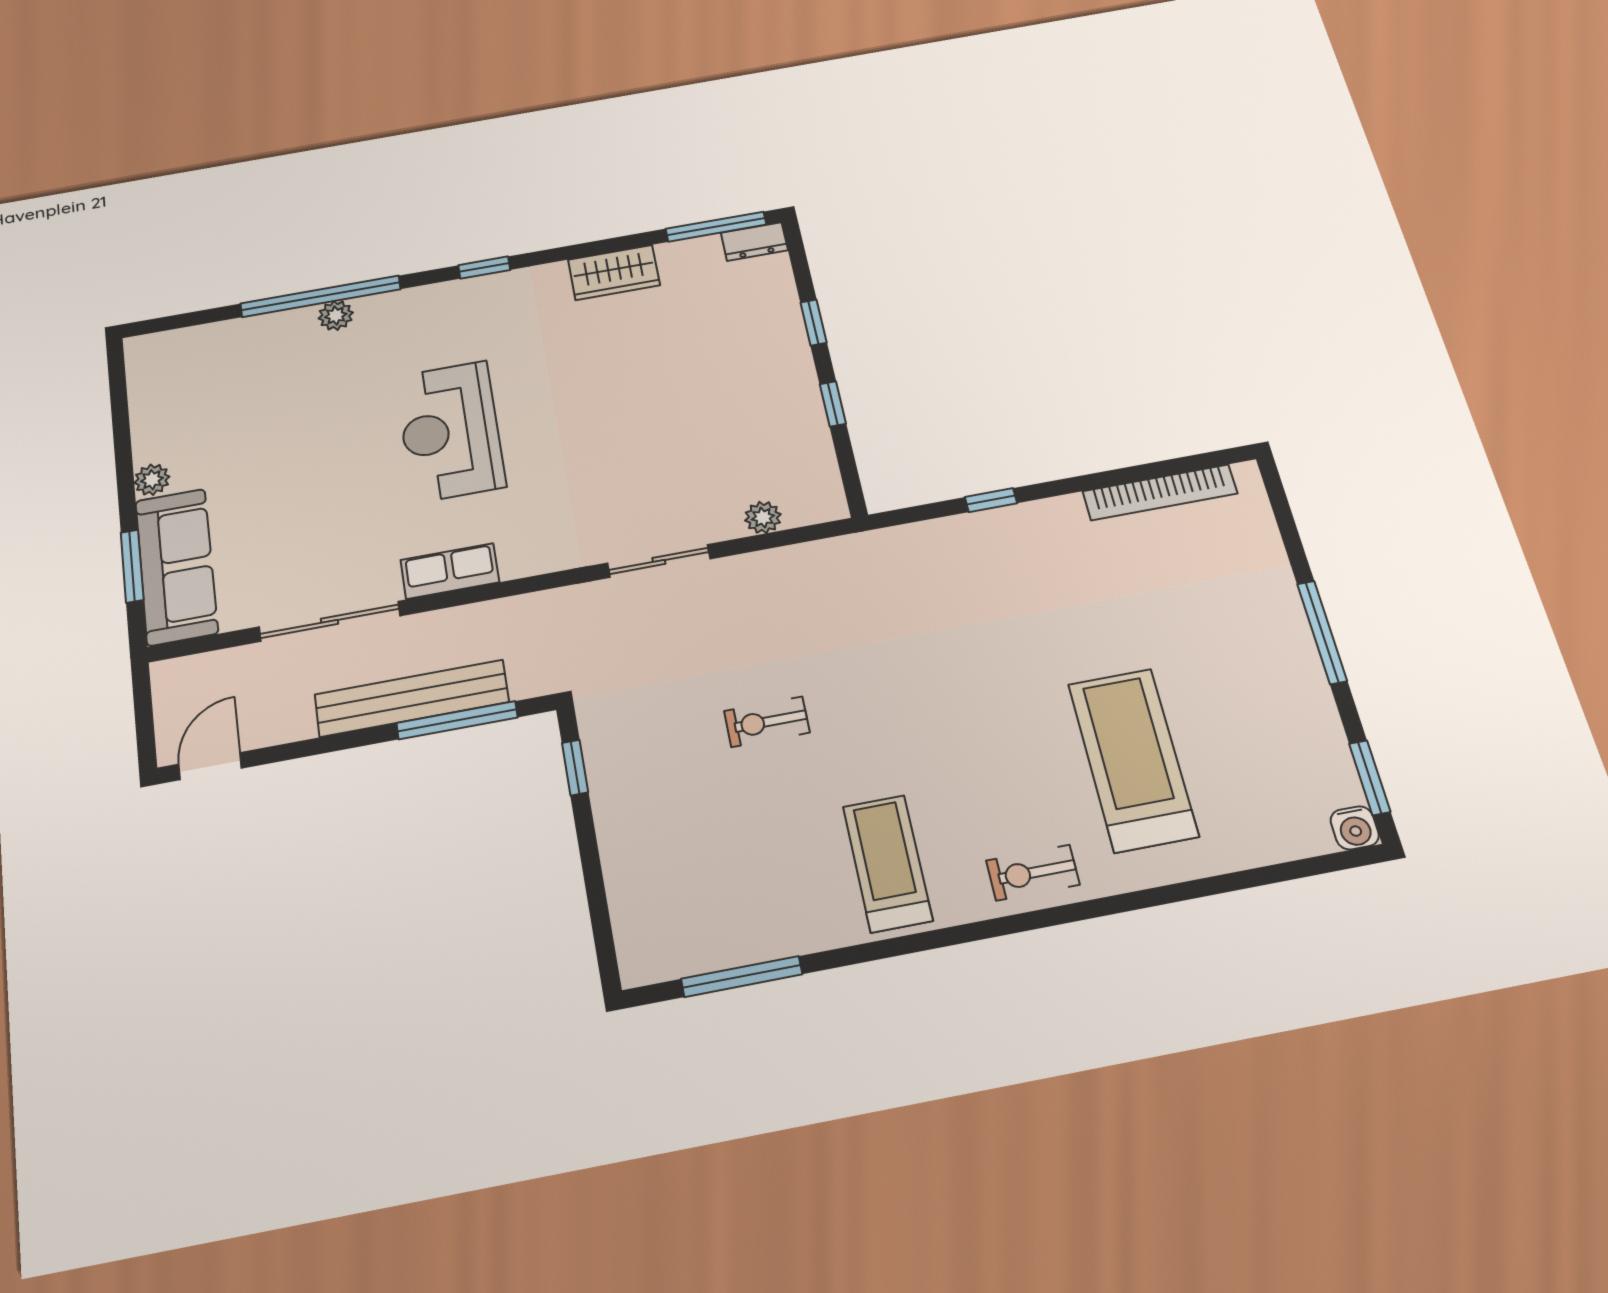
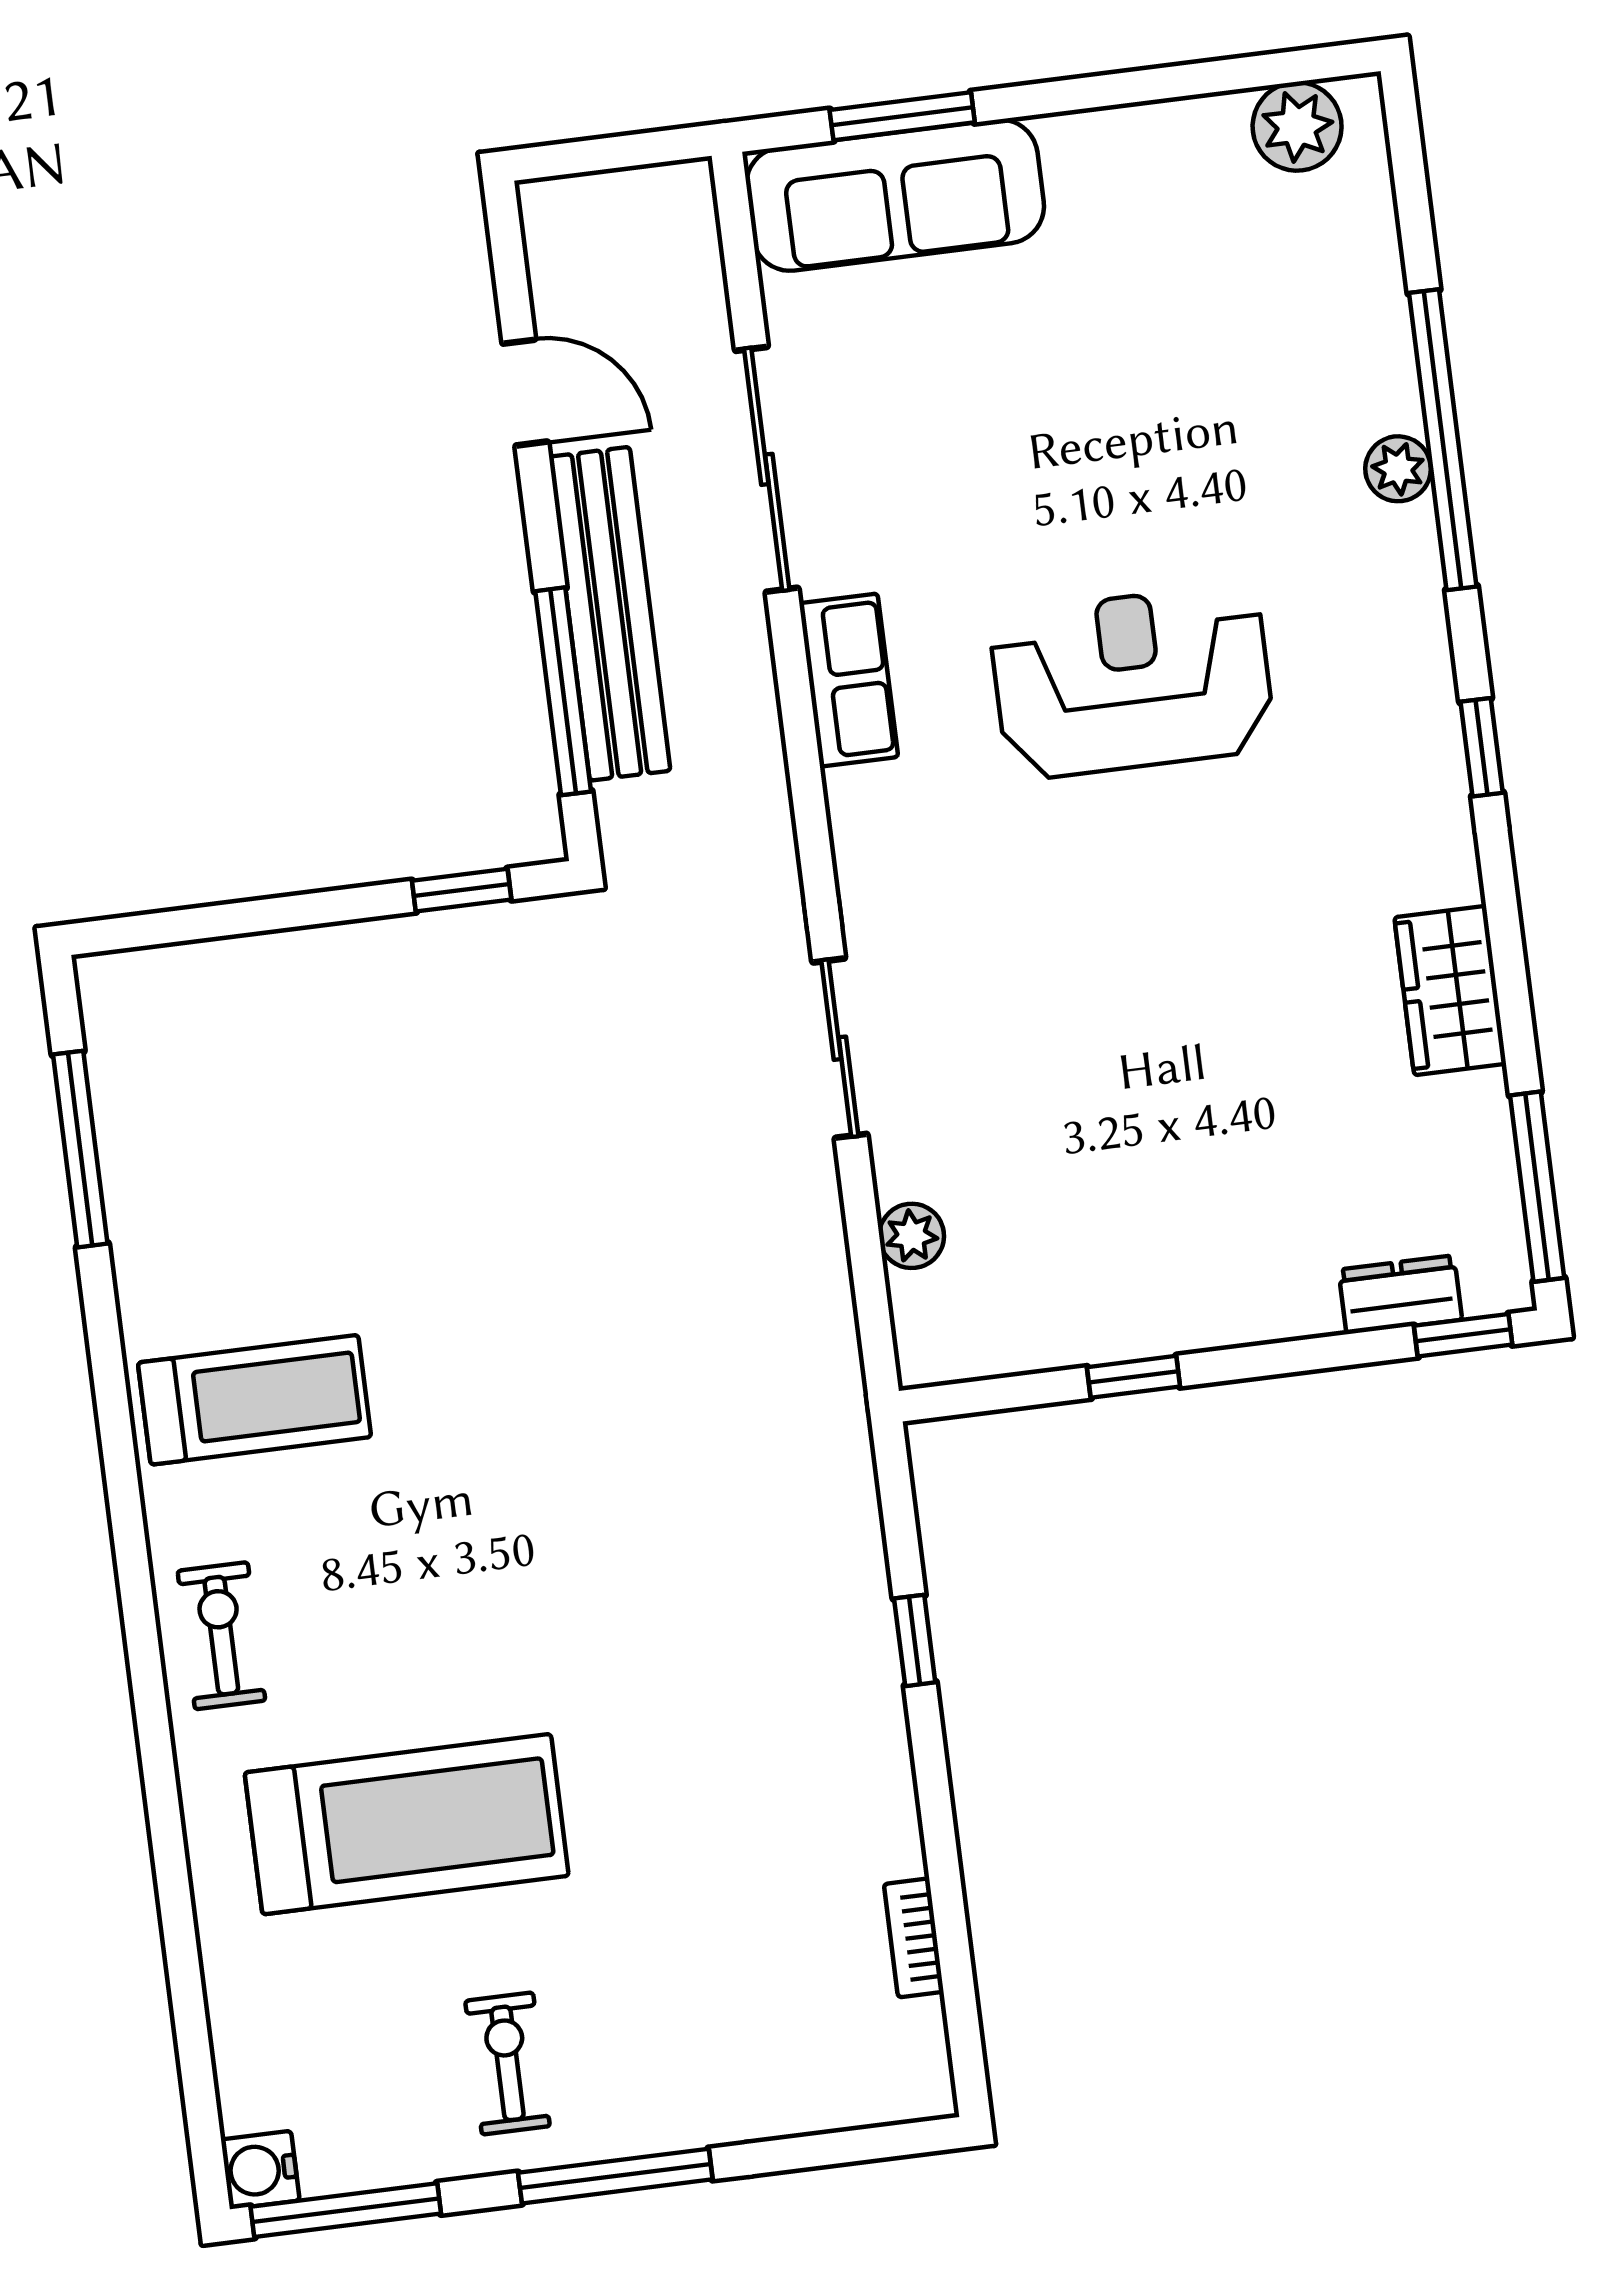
dresser: (754, 242) -> (1400, 1295), moved, turned 90
window: (814, 322) -> (1463, 1335), moved
plant: (152, 480) -> (1297, 126), moved, width x1.38, depth x1.38
bookcase: (1160, 492) -> (914, 1938), width x0.43, depth x0.76
exercise bike: (767, 722) -> (507, 2063), moved
door: (210, 766) -> (525, 393), moved
window: (1370, 778) -> (346, 2210), width x1.44

